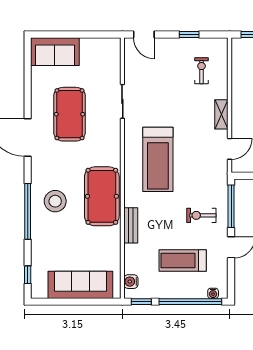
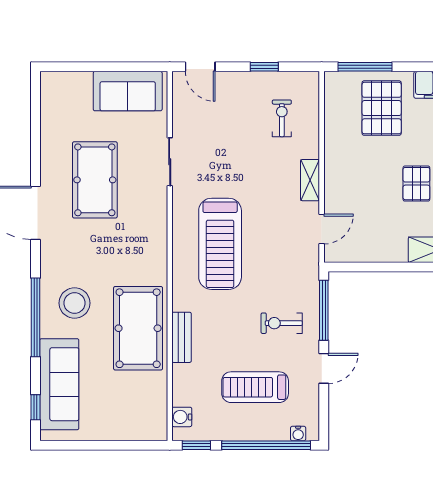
sofa: (55, 52) -> (128, 91), moved
pool table: (102, 196) -> (138, 328), moved
sofa: (80, 285) -> (59, 384), moved, turned 90

